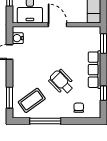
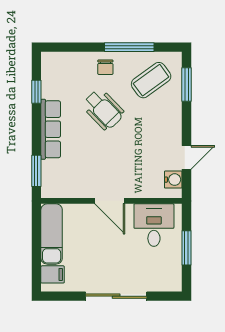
chair: (79, 108) -> (105, 67), moved

